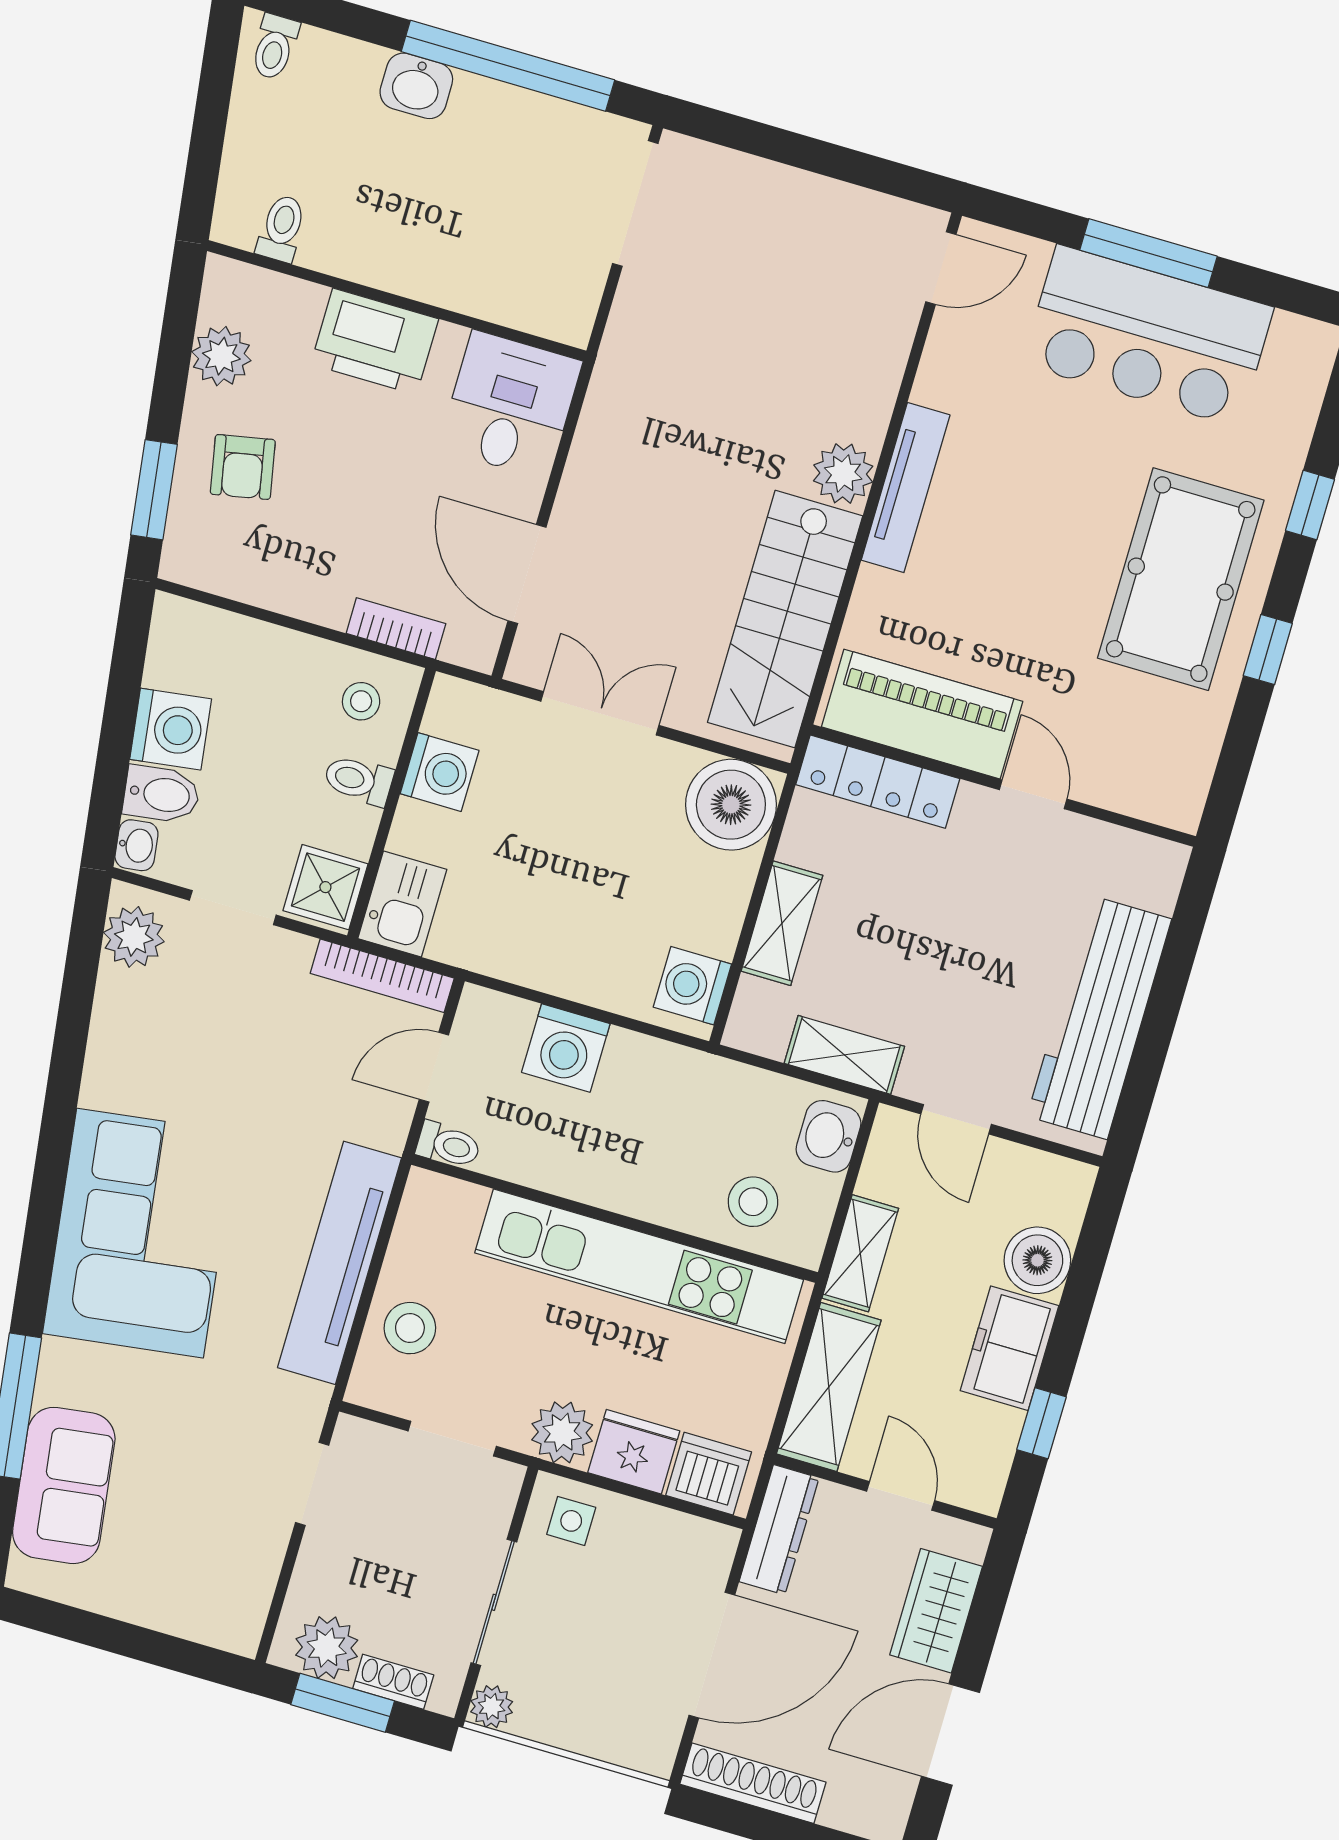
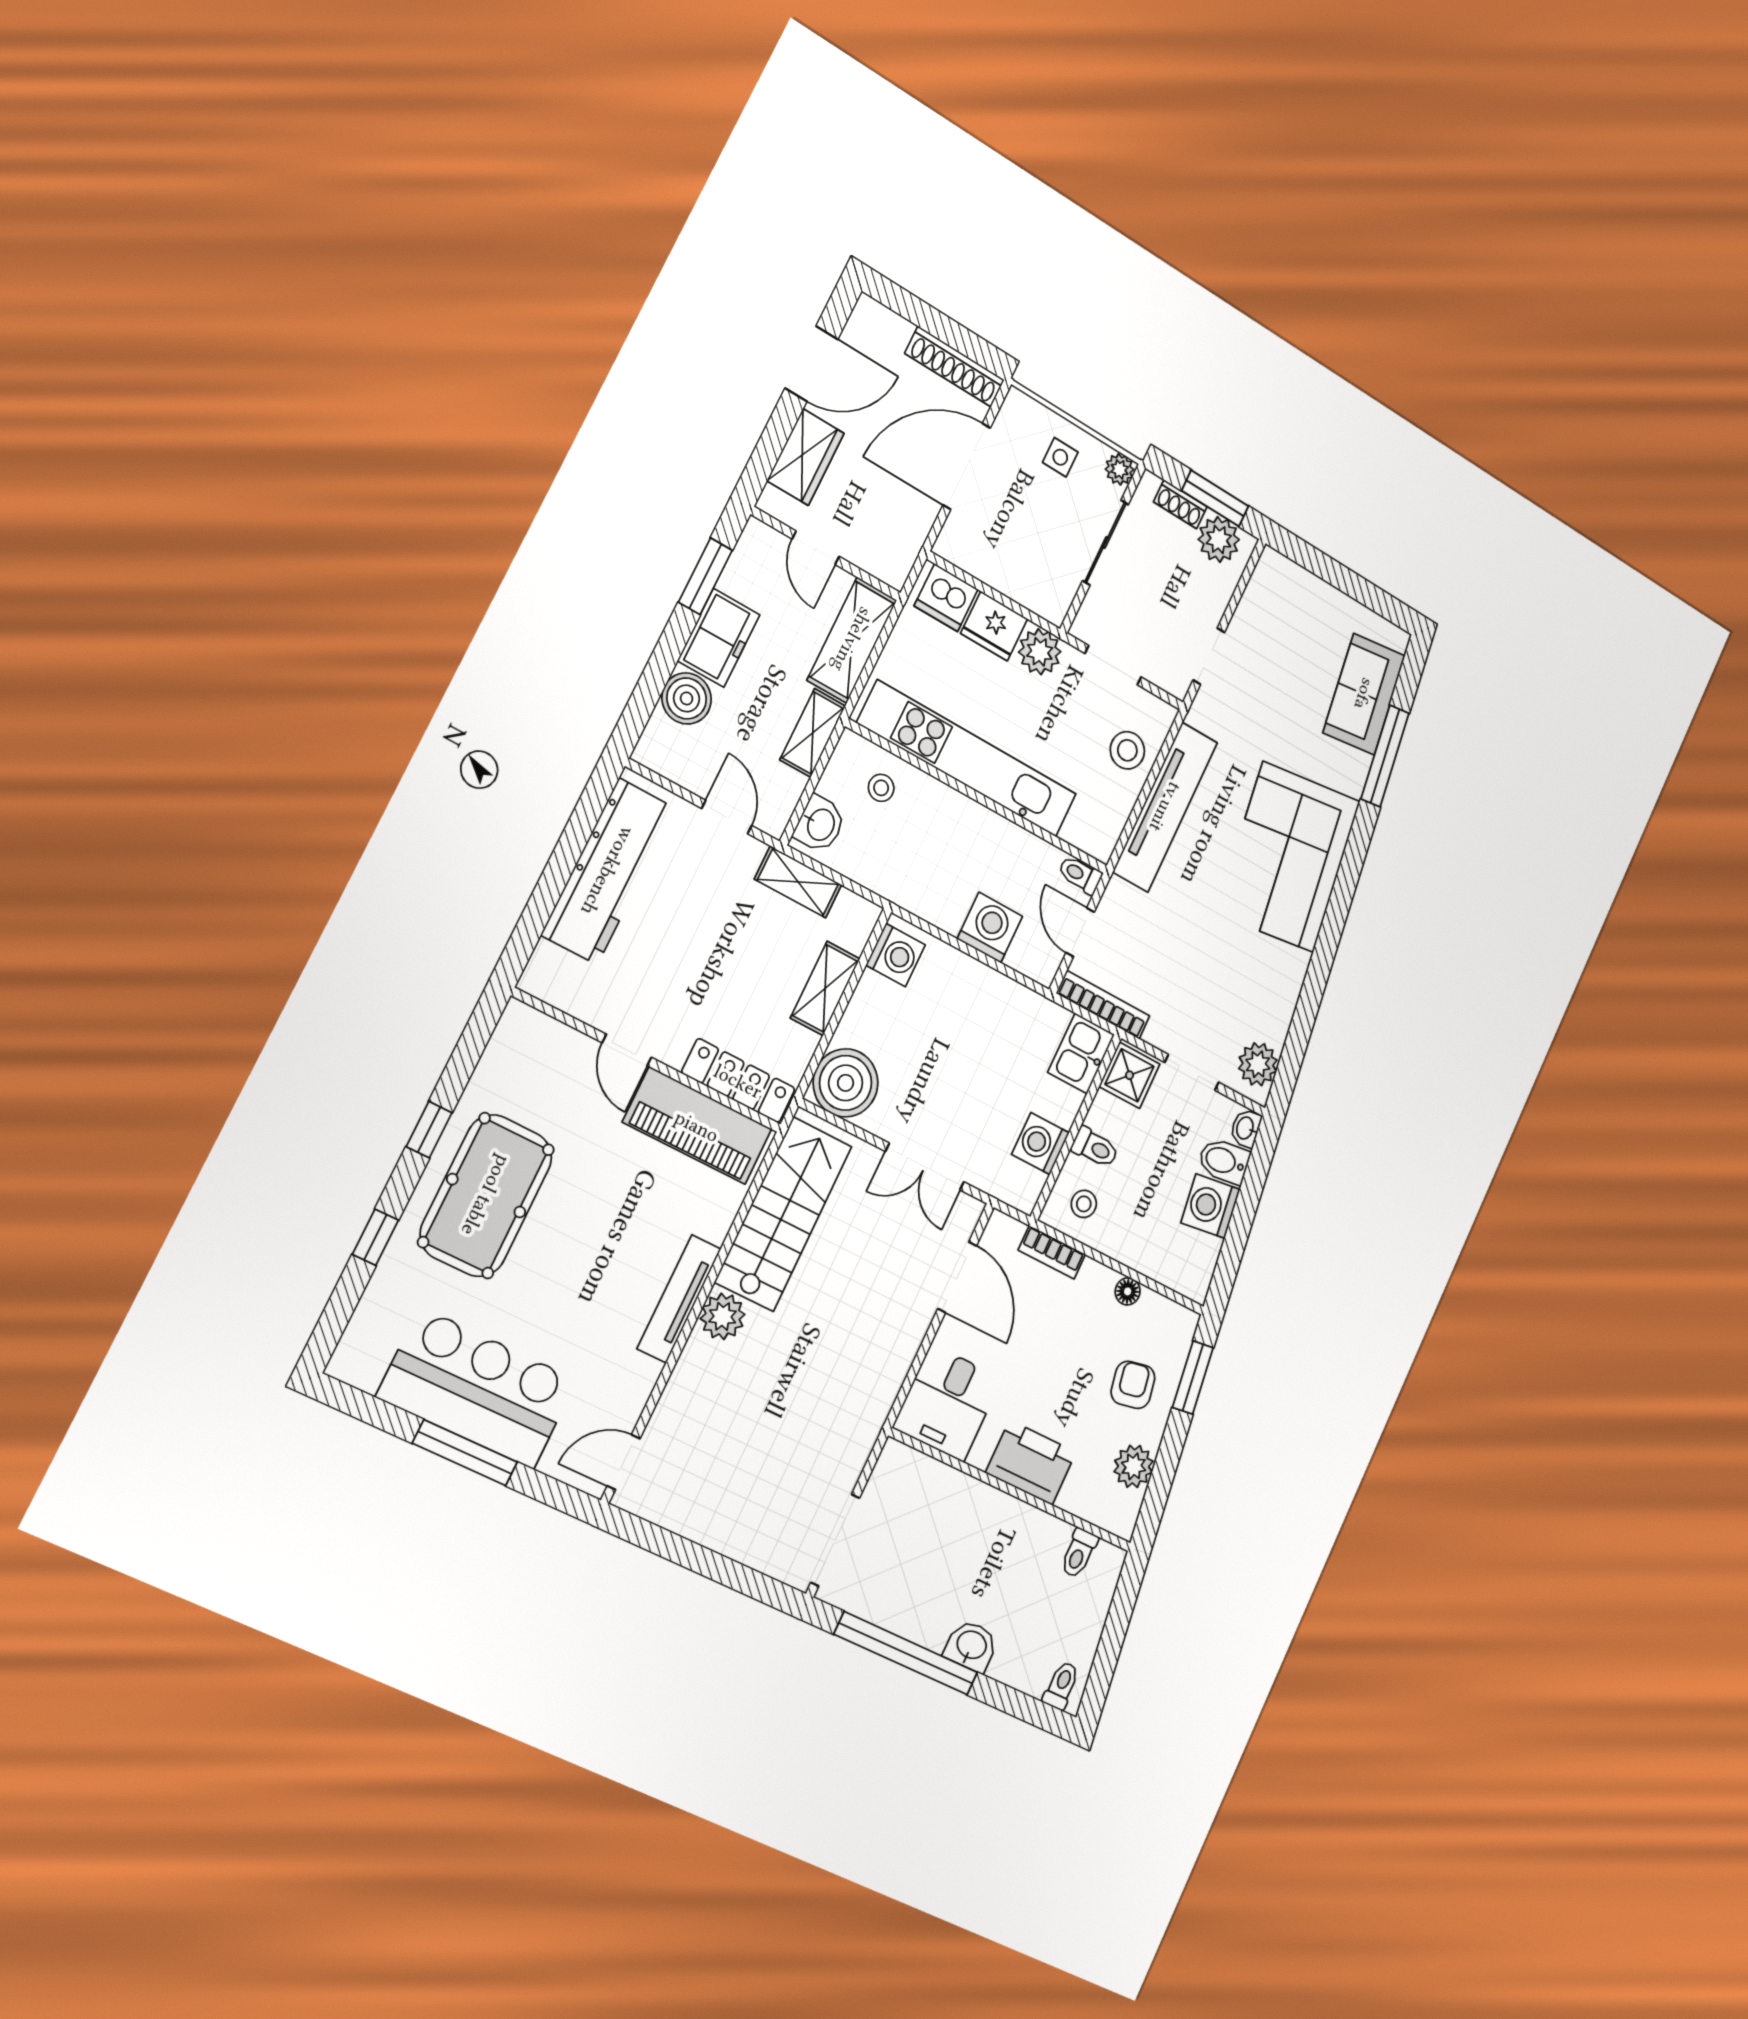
floor lamp: (274, 593) -> (1128, 1291), added
door: (434, 1067) -> (1080, 932), swing flipped
stool: (753, 1202) -> (881, 788), width x0.73, depth x0.73
window: (1042, 1423) -> (705, 576), width x1.50
side table: (571, 1521) -> (1060, 457), moved
dresser: (779, 1530) -> (905, 545), removed

